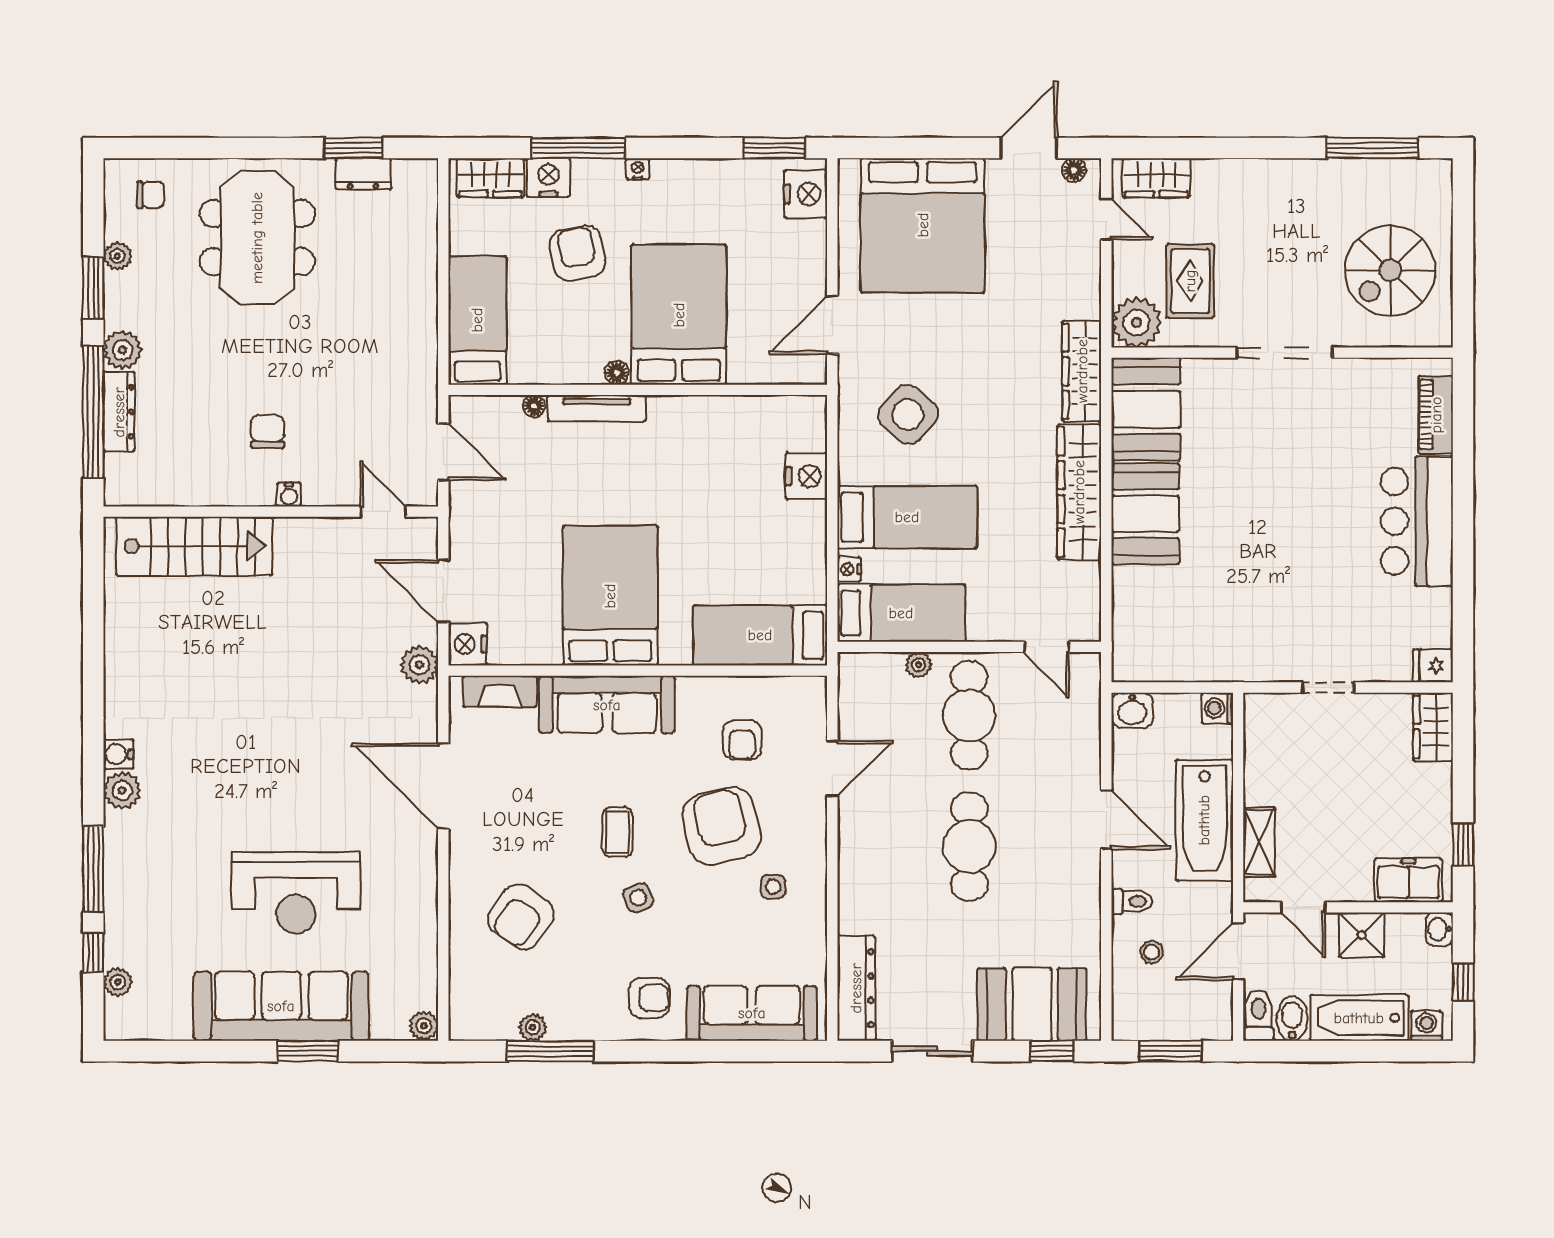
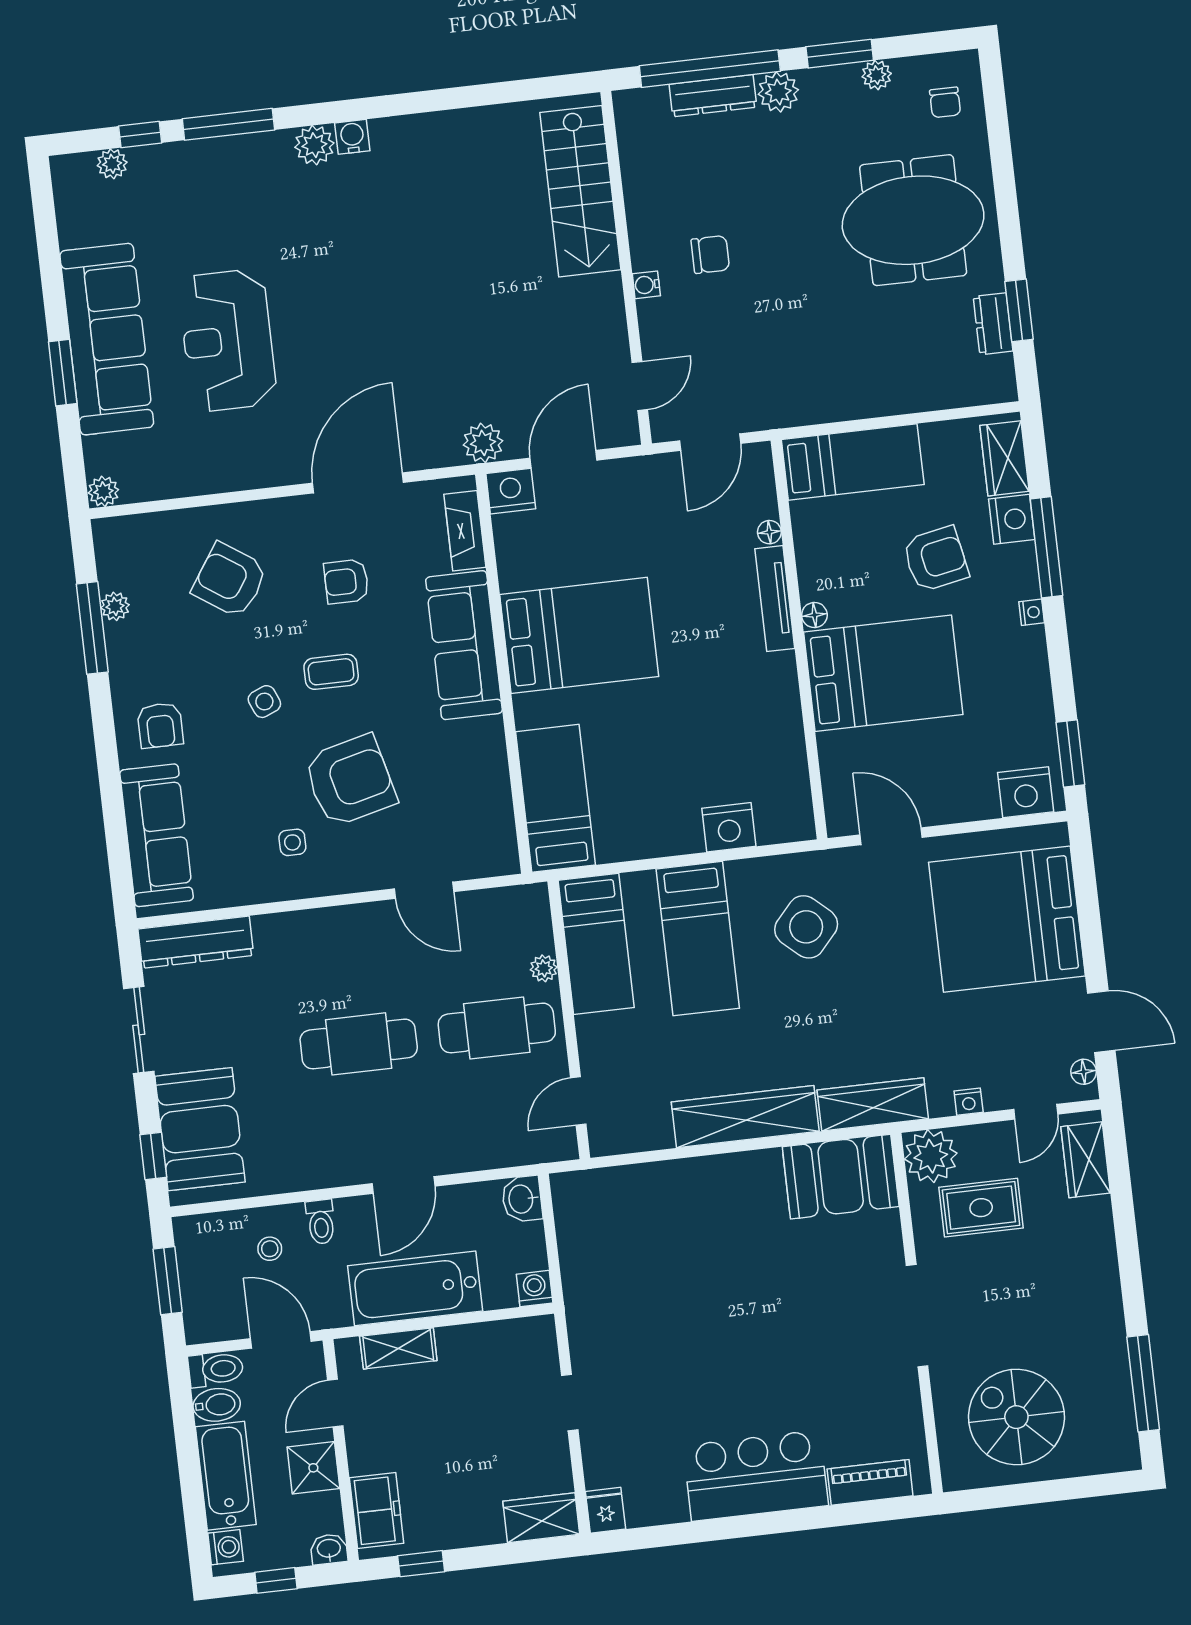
booth: (1145, 514) -> (730, 1189), removed
nightstand: (849, 569) -> (969, 1102), moved, turned 180
armchair: (742, 740) -> (346, 581), moved

